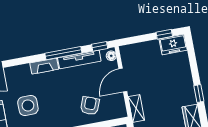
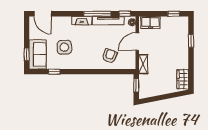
freezer: (173, 45) -> (151, 23), moved
window: (199, 93) -> (191, 41), moved

